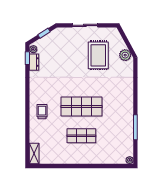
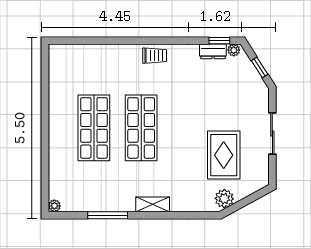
rug: (98, 55) -> (224, 155), turned 90
trolley: (42, 112) -> (155, 56), moved
shop shelf: (81, 136) -> (94, 128), width x1.43, depth x1.36
shelving: (34, 154) -> (153, 204), moved

